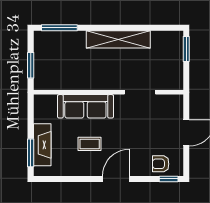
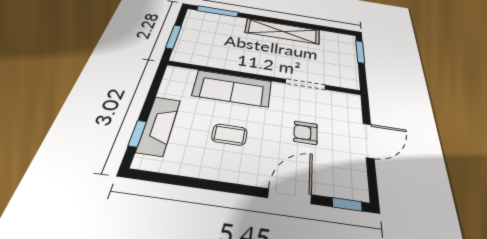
window: (31, 153) -> (137, 133), width x0.67
armchair: (161, 164) -> (306, 133), moved
door: (116, 179) -> (290, 196), moved

